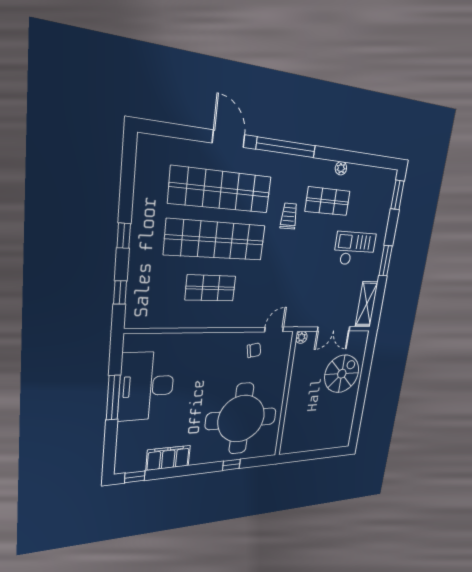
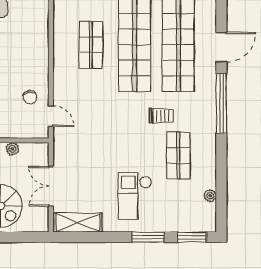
plant: (341, 168) -> (210, 196), moved
checkout: (355, 249) -> (135, 196), turned 180
window: (386, 261) -> (148, 237), moved
plant: (301, 337) -> (12, 149), moved

